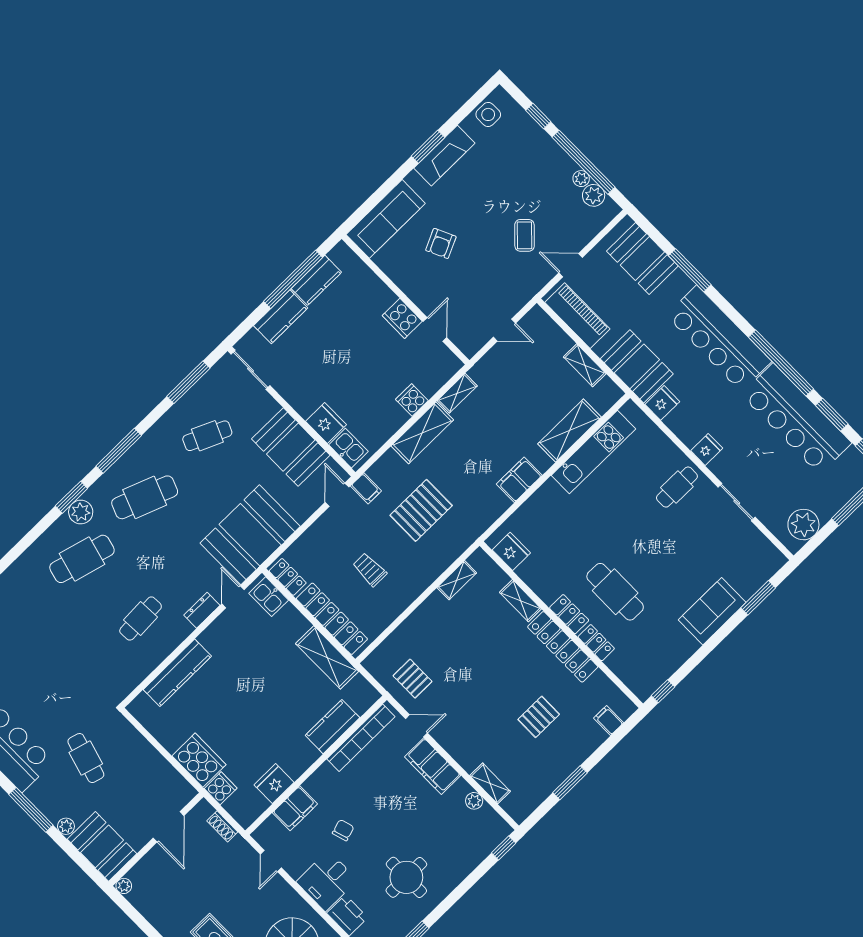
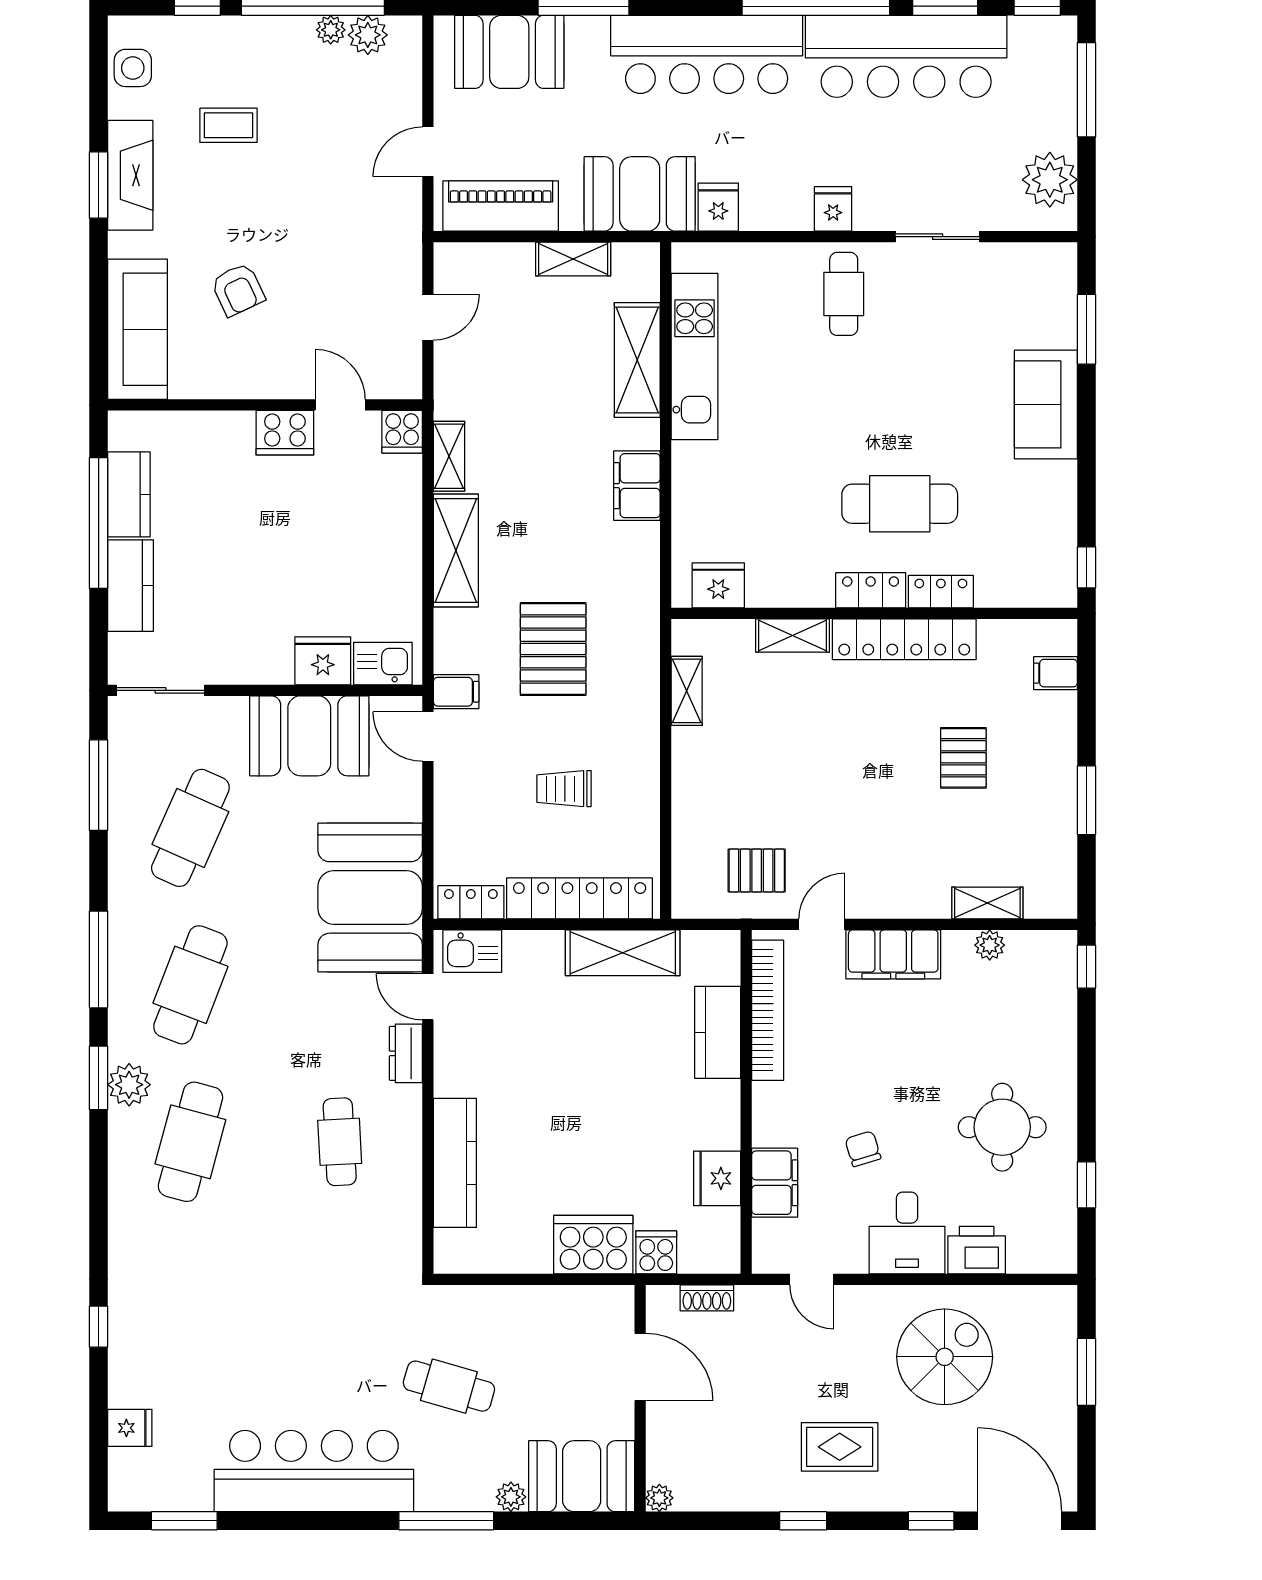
coffee table: (525, 235) -> (228, 125), moved, turned -44
cooker: (412, 400) -> (402, 432), moved, turned -90
cafe table: (207, 436) -> (190, 828), width x1.37, depth x1.35

